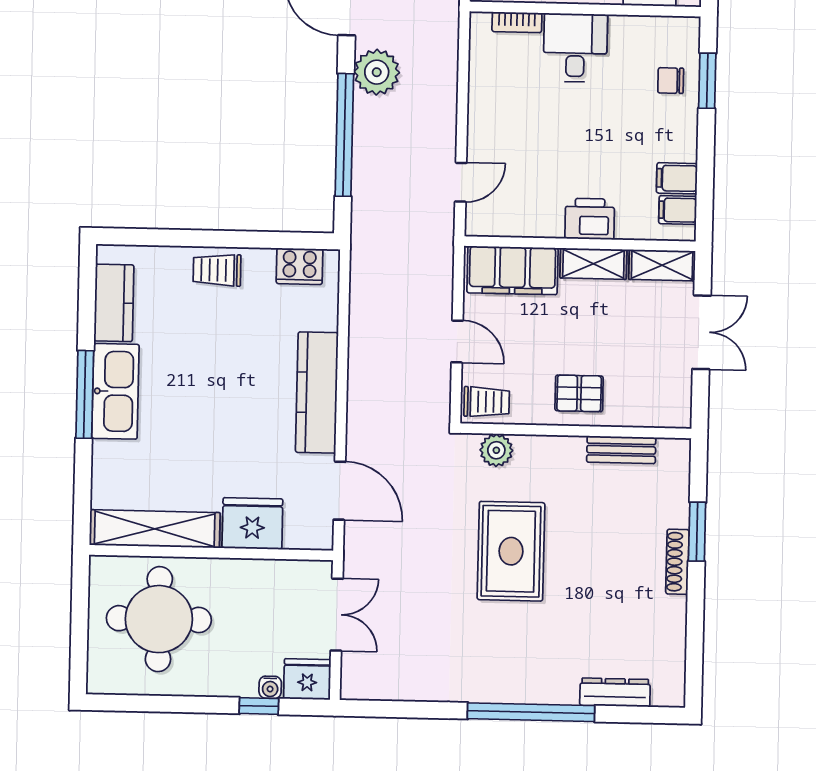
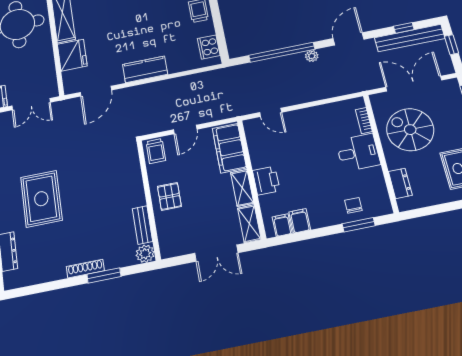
plant: (377, 72) -> (312, 56), width x0.53, depth x0.53
kitchen counter: (317, 393) -> (145, 69), width x0.67
plant: (496, 450) -> (145, 254), moved
rug: (511, 551) -> (41, 199), moved, turned 90

